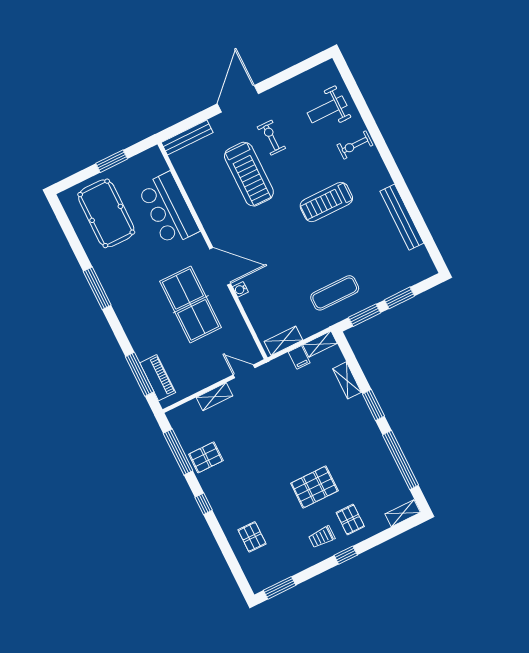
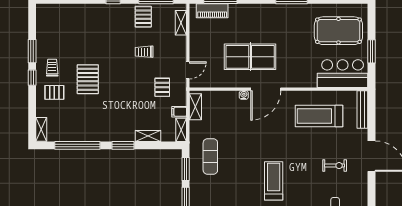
treadmill: (249, 174) -> (319, 116), moved
bar counter: (169, 209) -> (343, 74), moved
shelving: (214, 397) -> (181, 23), moved
trolley: (248, 435) -> (144, 52), added
pallet: (252, 537) -> (162, 87), moved, turned 90
window: (280, 588) -> (32, 51), moved

